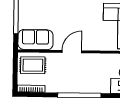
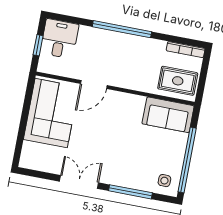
door: (72, 52) -> (94, 85), moved

